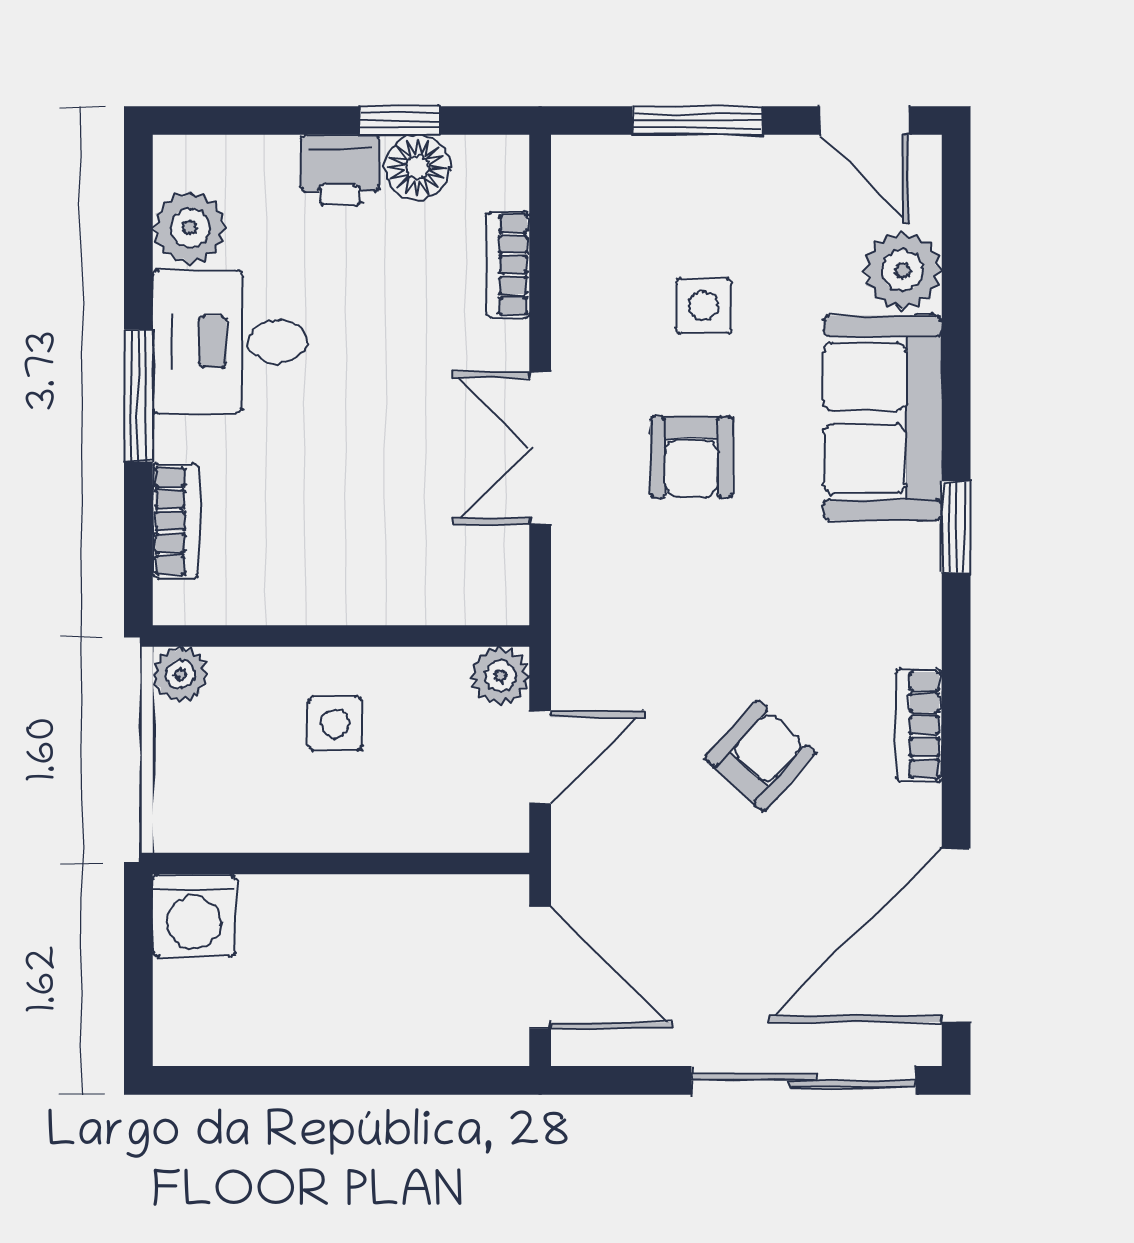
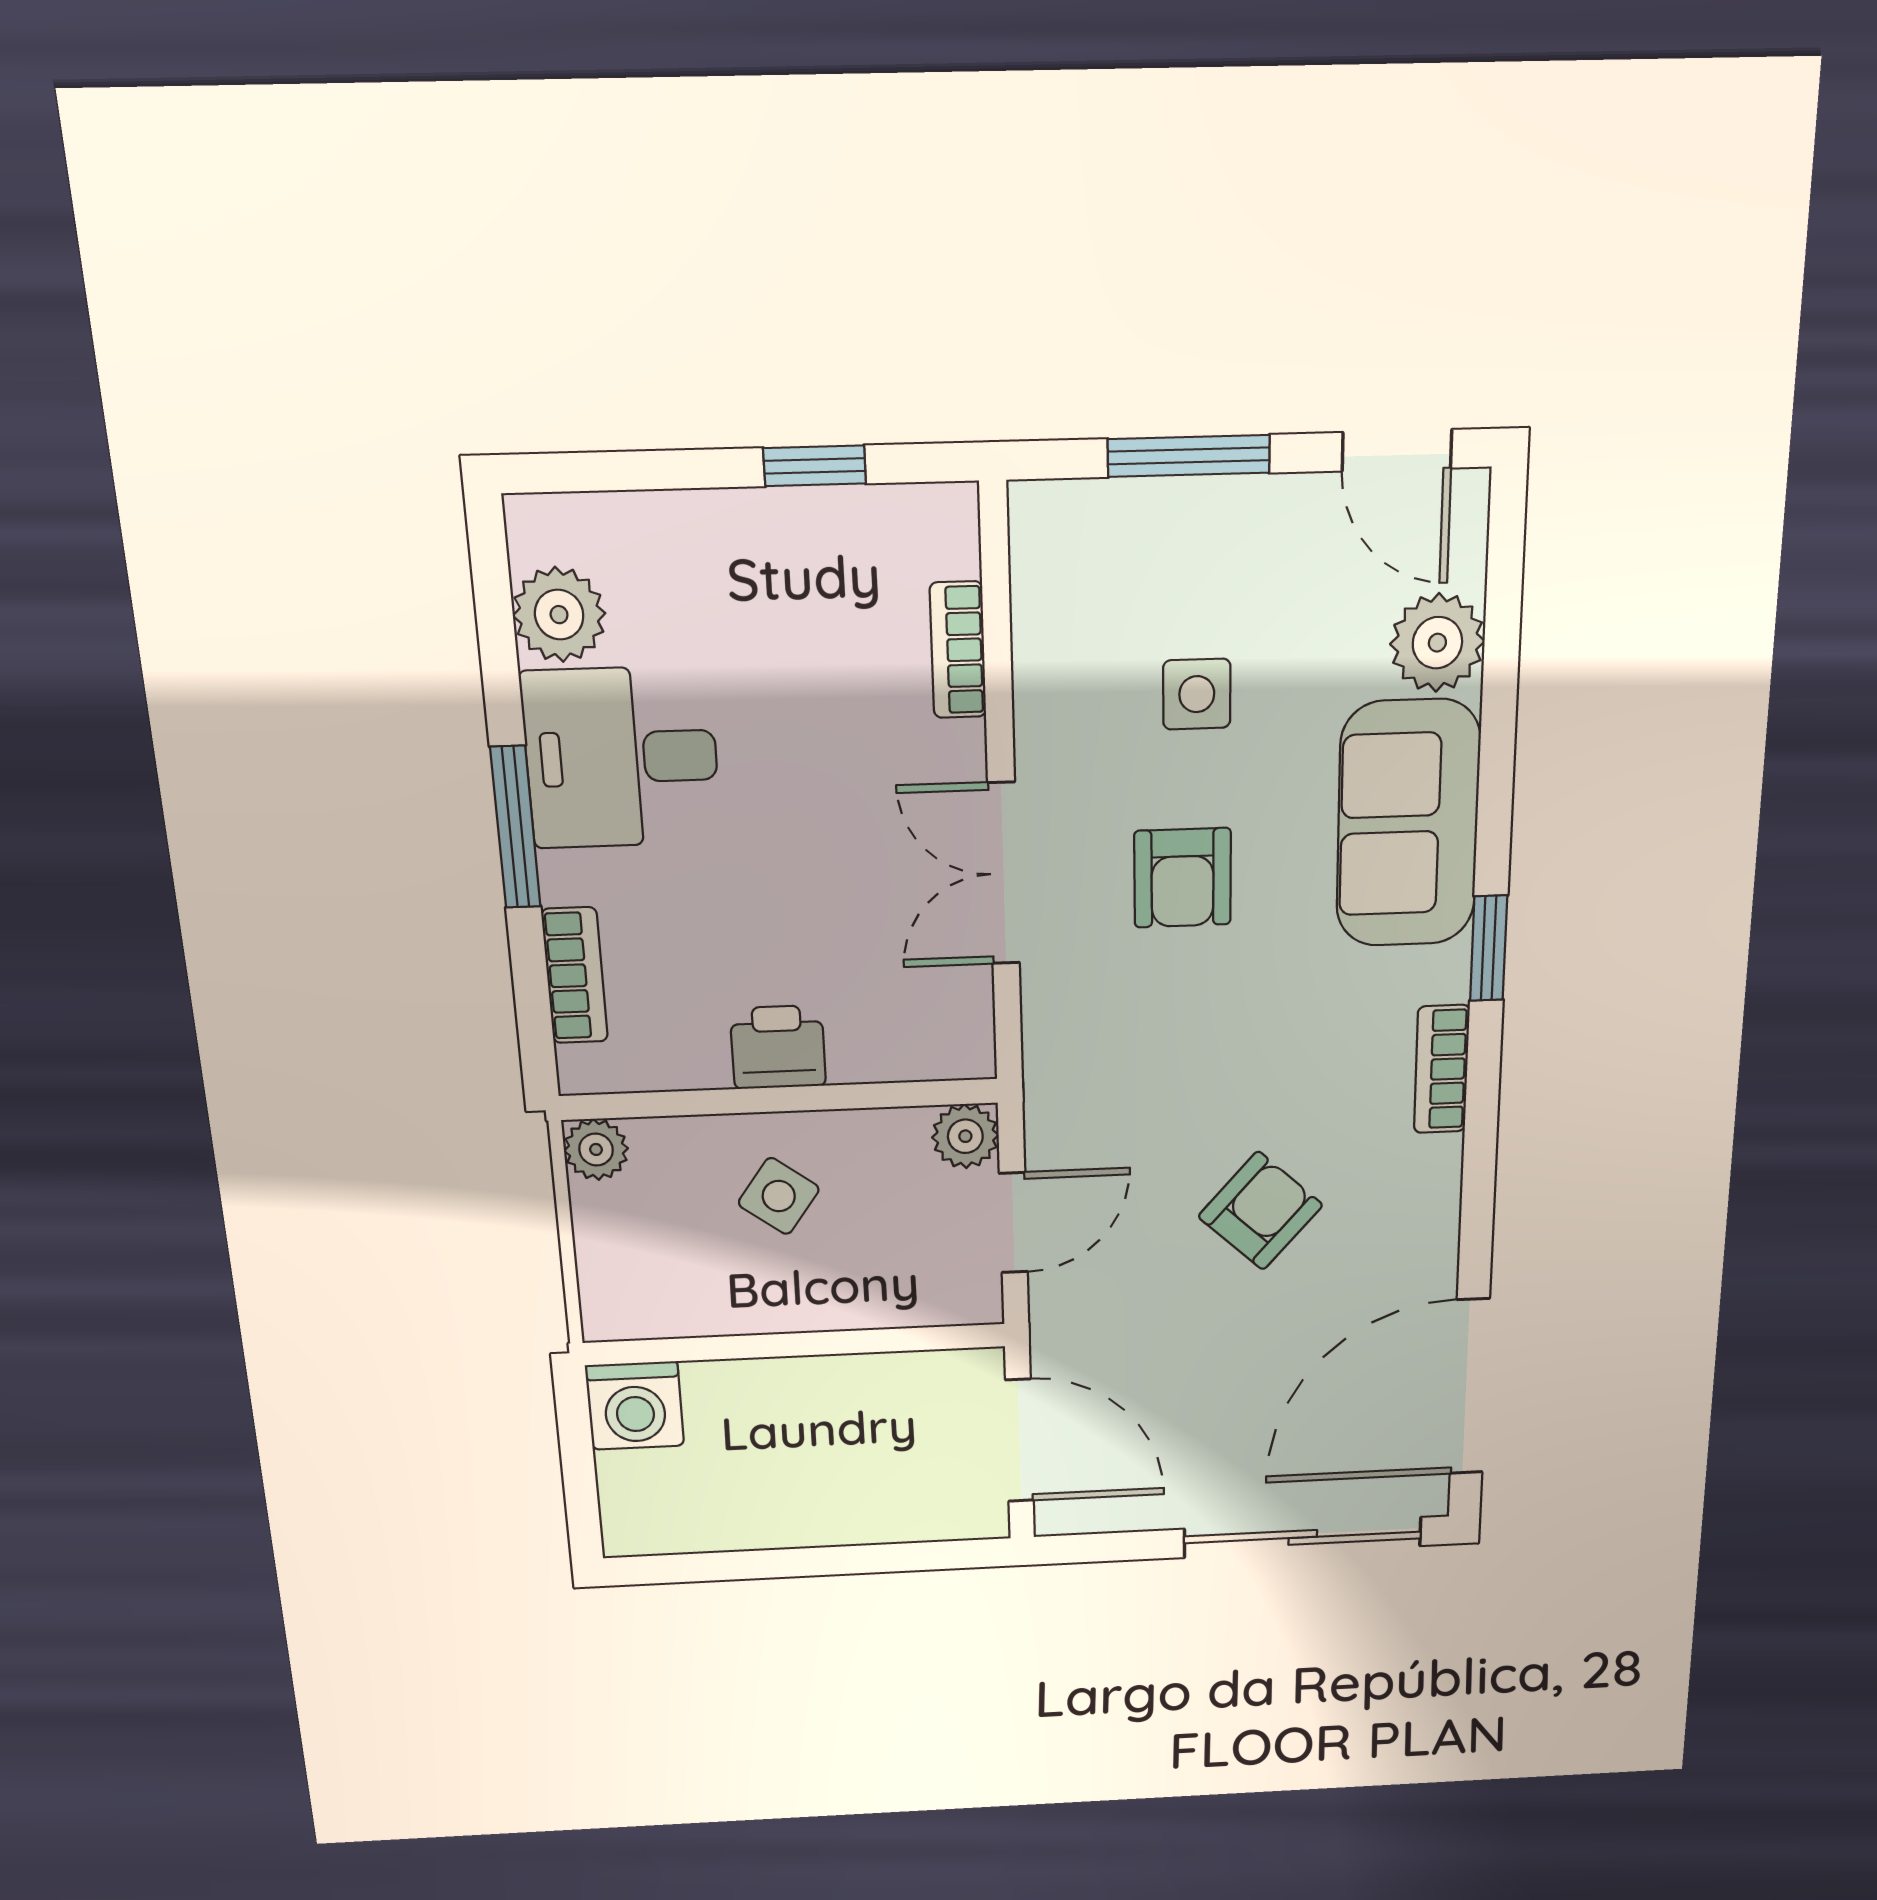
floor lamp: (417, 167) -> (840, 528), removed
printer: (340, 170) -> (778, 1047), moved, turned 180
side table: (335, 723) -> (779, 1196), turned 36
bookcase: (919, 725) -> (1442, 1069), moved

